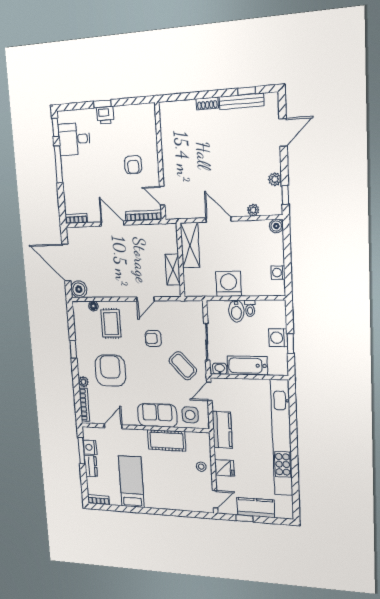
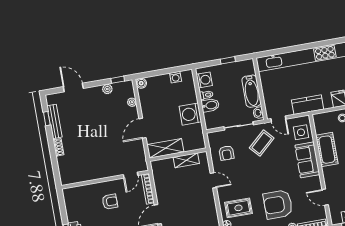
armchair: (153, 338) -> (226, 153), moved
washing machine: (278, 338) -> (204, 80), moved, turned -90

